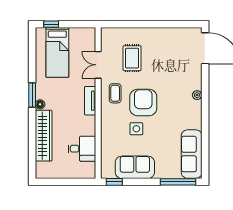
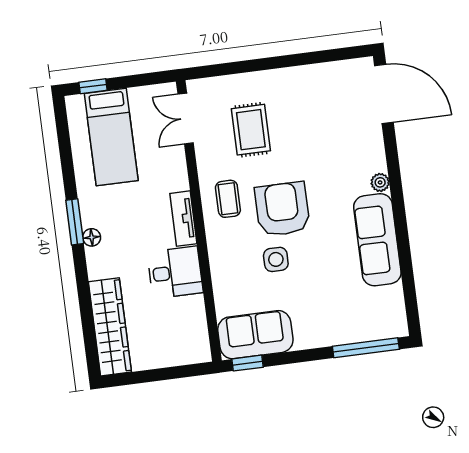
double door: (98, 65) -> (186, 119), moved
wardrobe: (44, 136) -> (110, 327), moved
desk: (82, 149) -> (175, 272), moved
sofa: (192, 154) -> (377, 240), moved
sofa: (135, 167) -> (255, 335), moved

